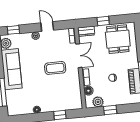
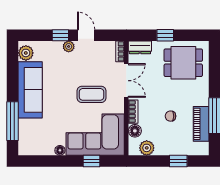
window: (13, 30) -> (60, 35), moved
dining table: (118, 39) -> (183, 63), turned 90
corner sofa: (61, 96) -> (95, 135), added
window: (110, 110) -> (178, 161), moved

